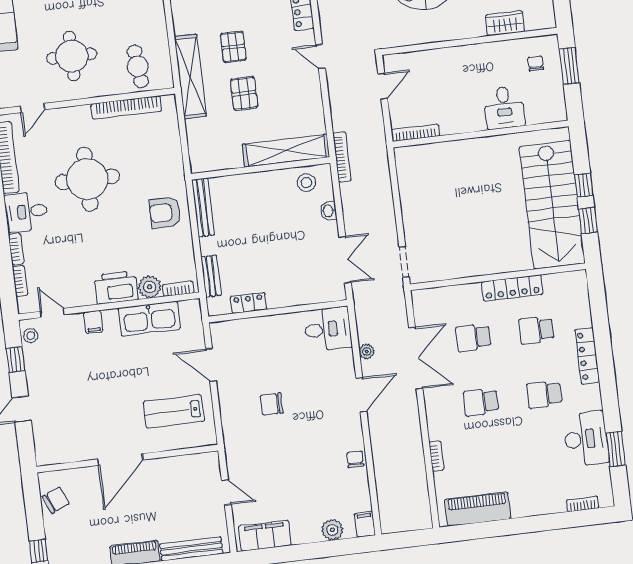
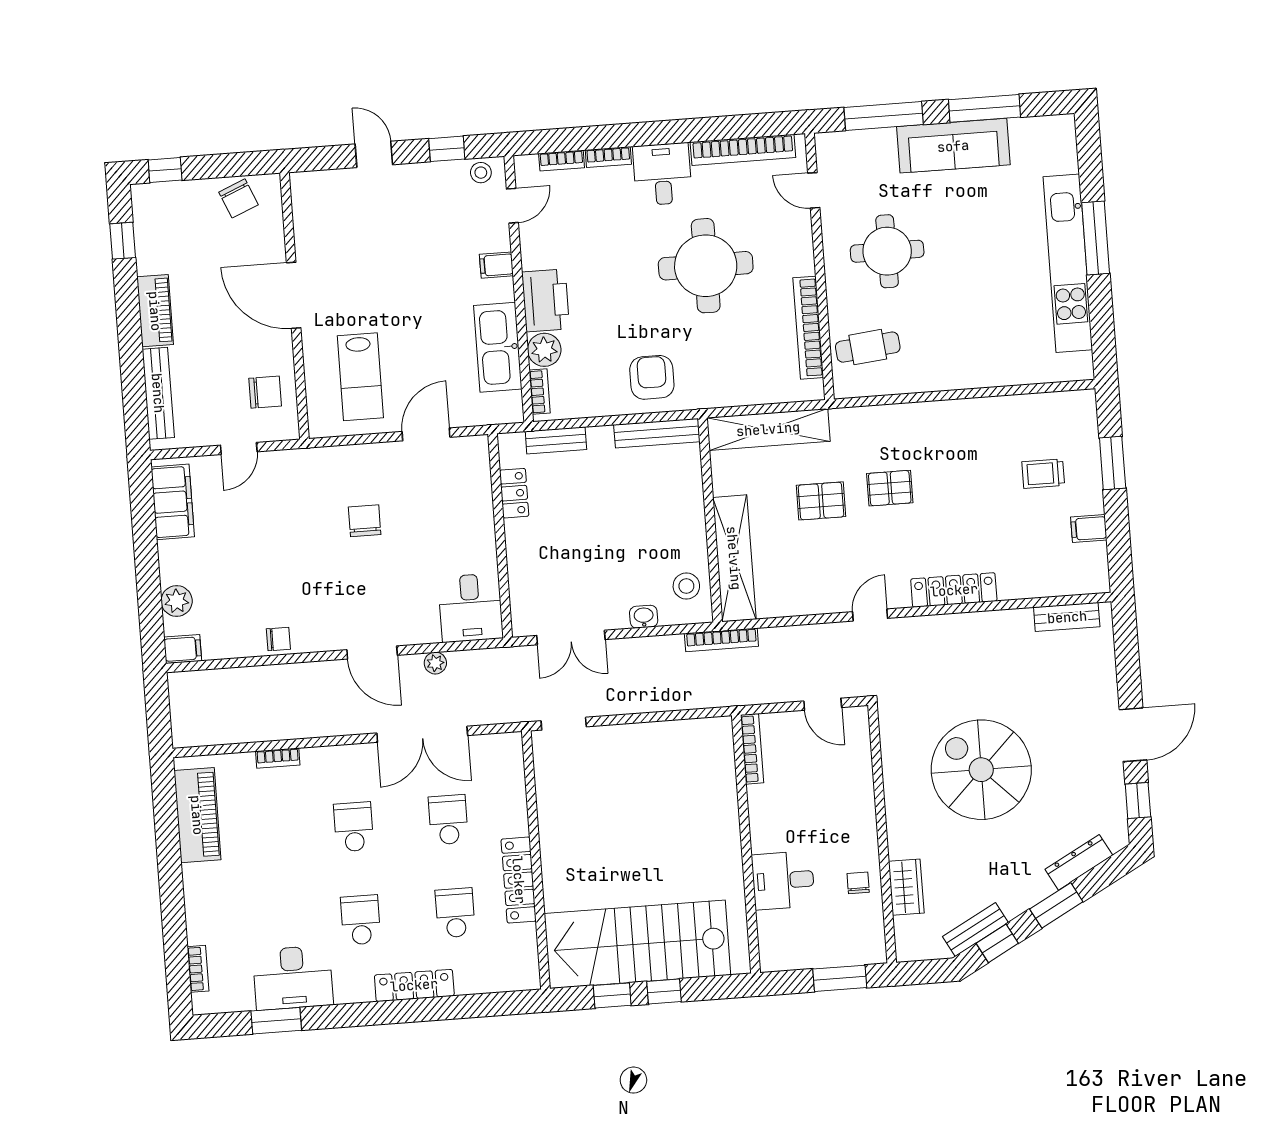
chair: (536, 63) -> (858, 883), moved, turned -90
shelving: (190, 76) -> (768, 429), moved
lab bench: (174, 411) -> (360, 377), turned 180
chair: (187, 476) -> (265, 392), added

